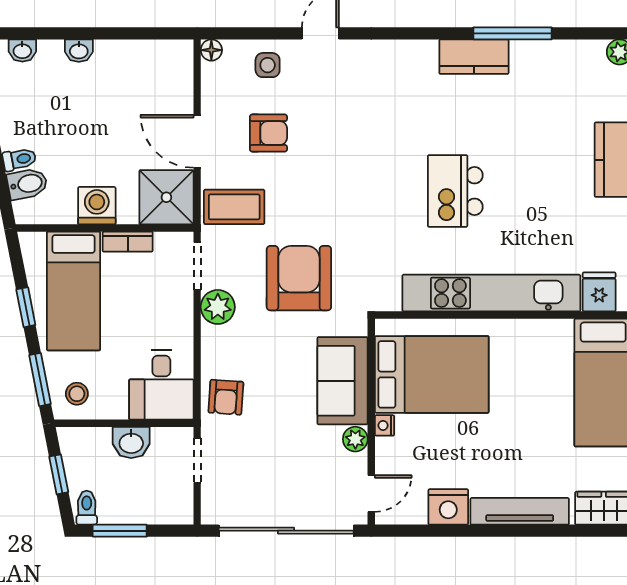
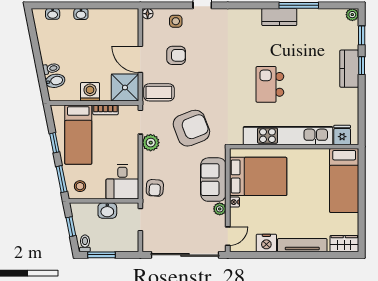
armchair: (299, 278) -> (191, 128), turned 69

